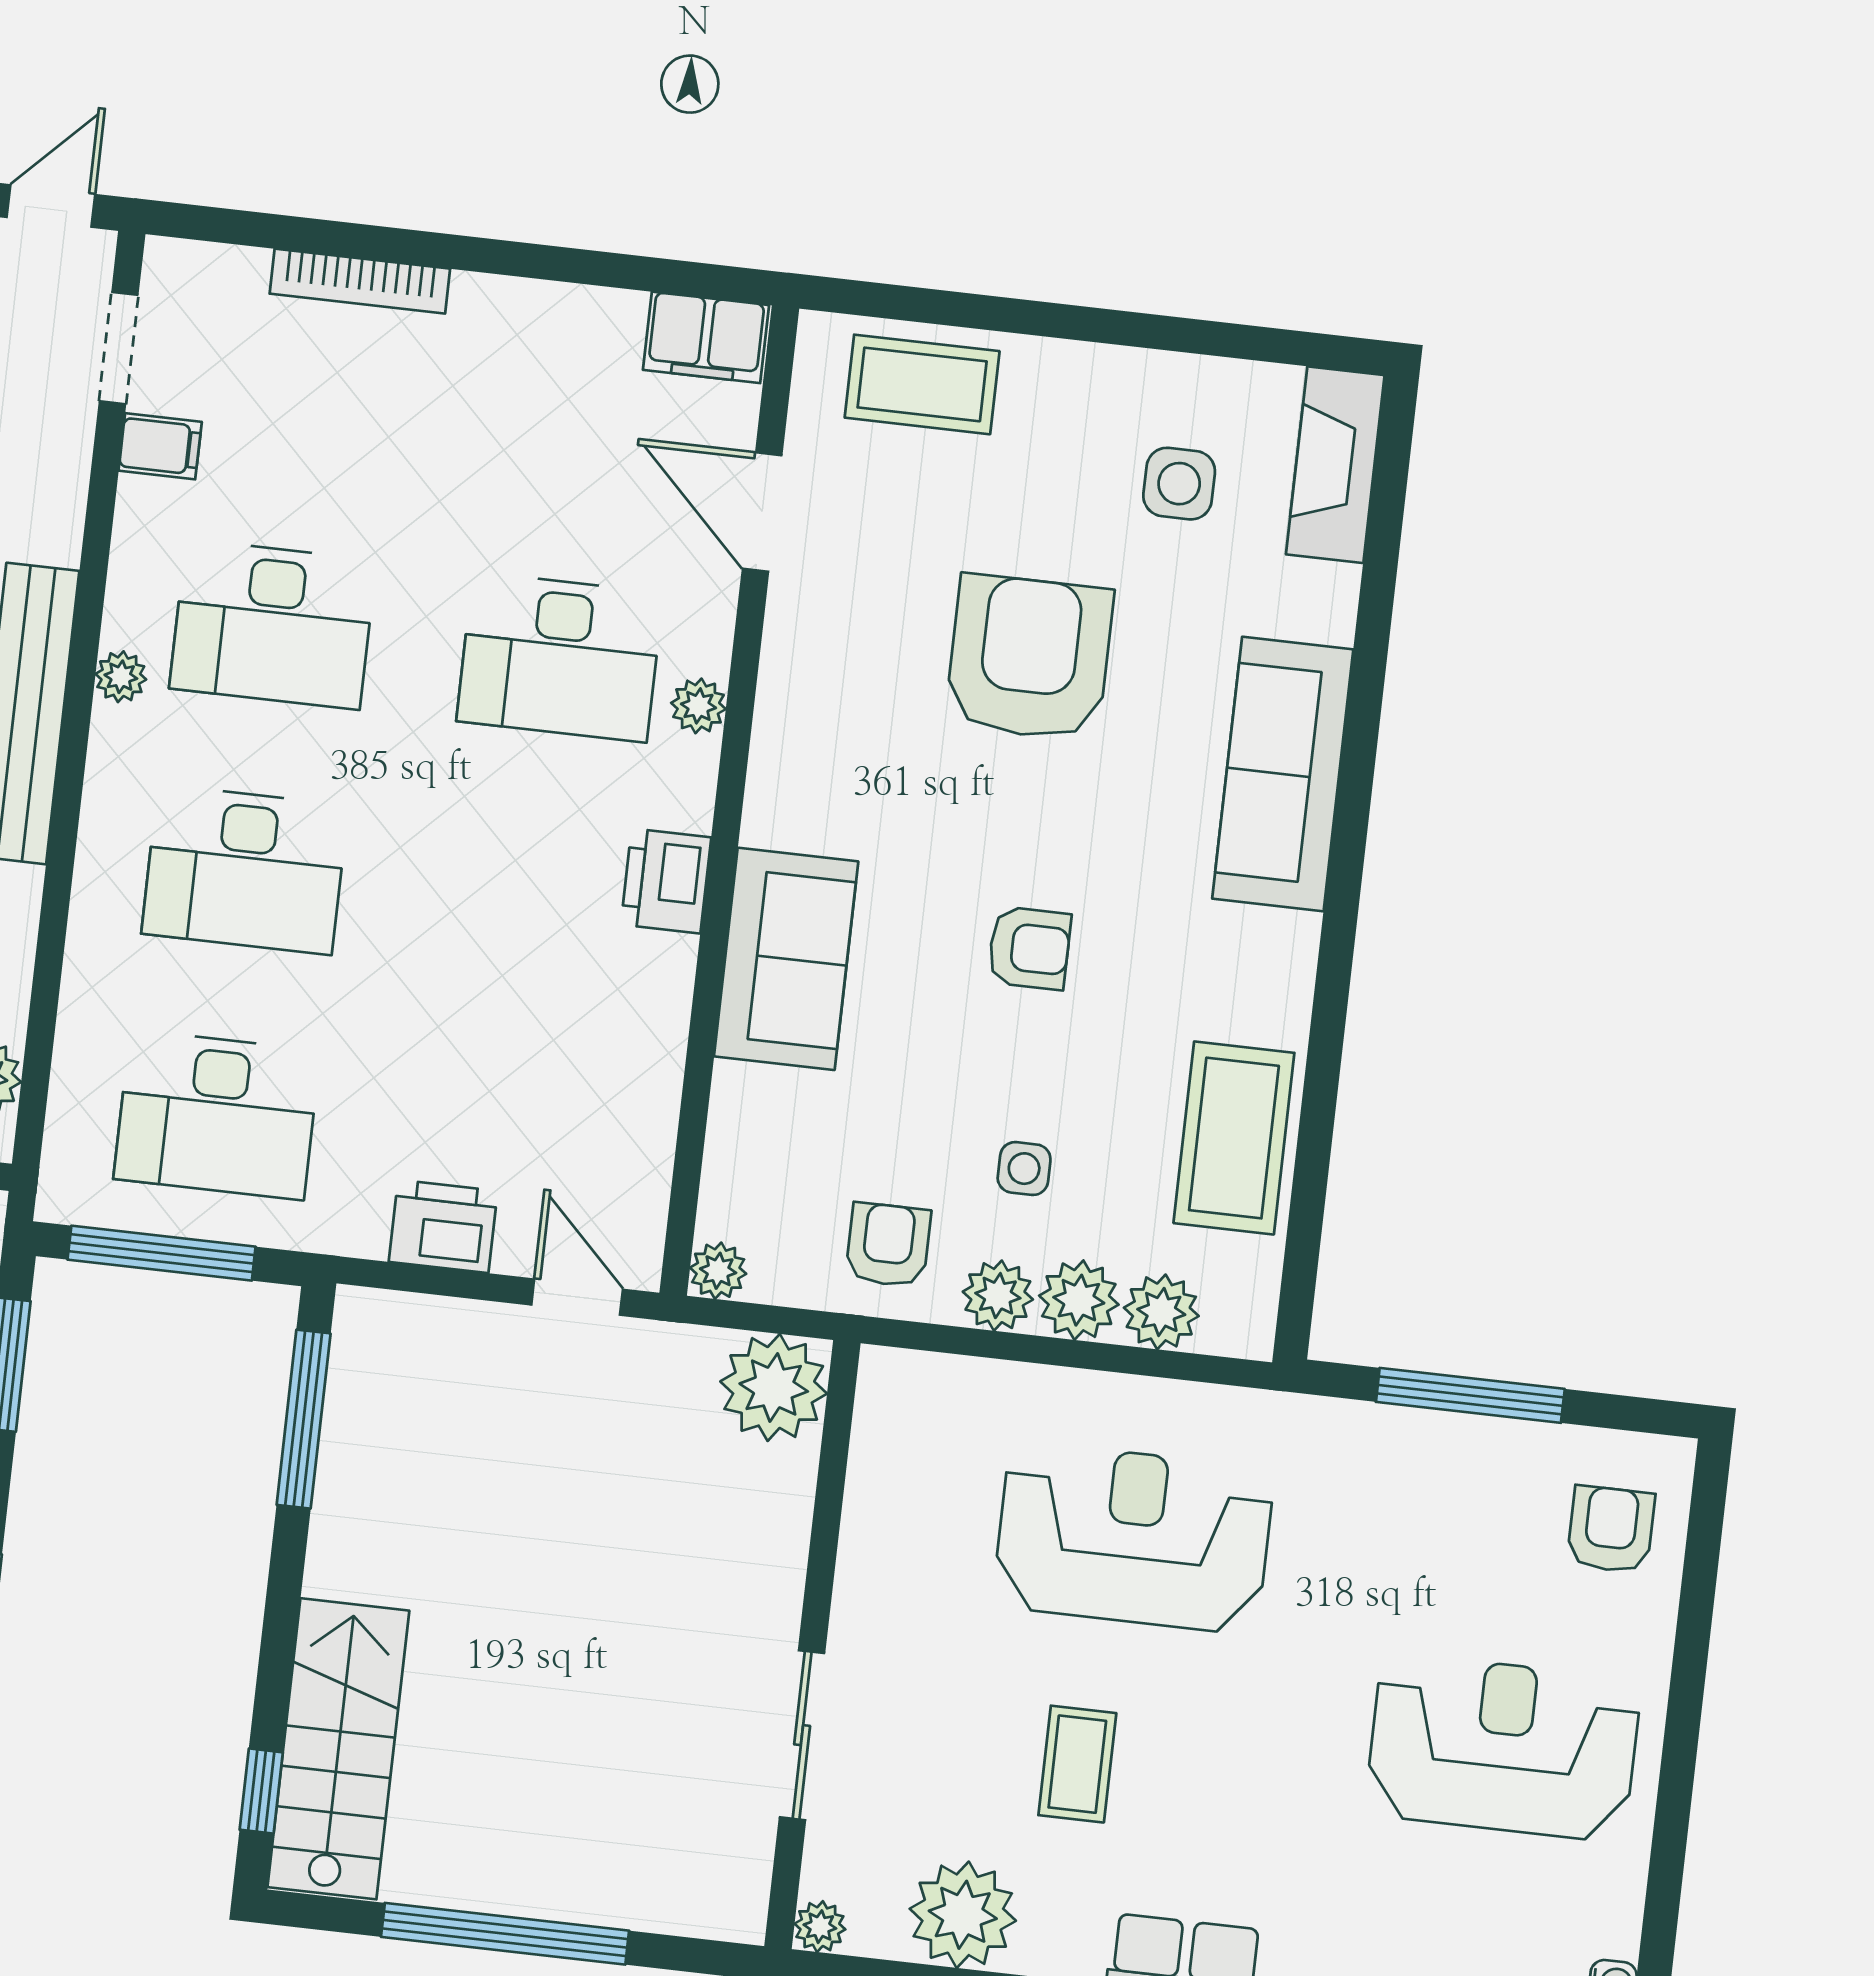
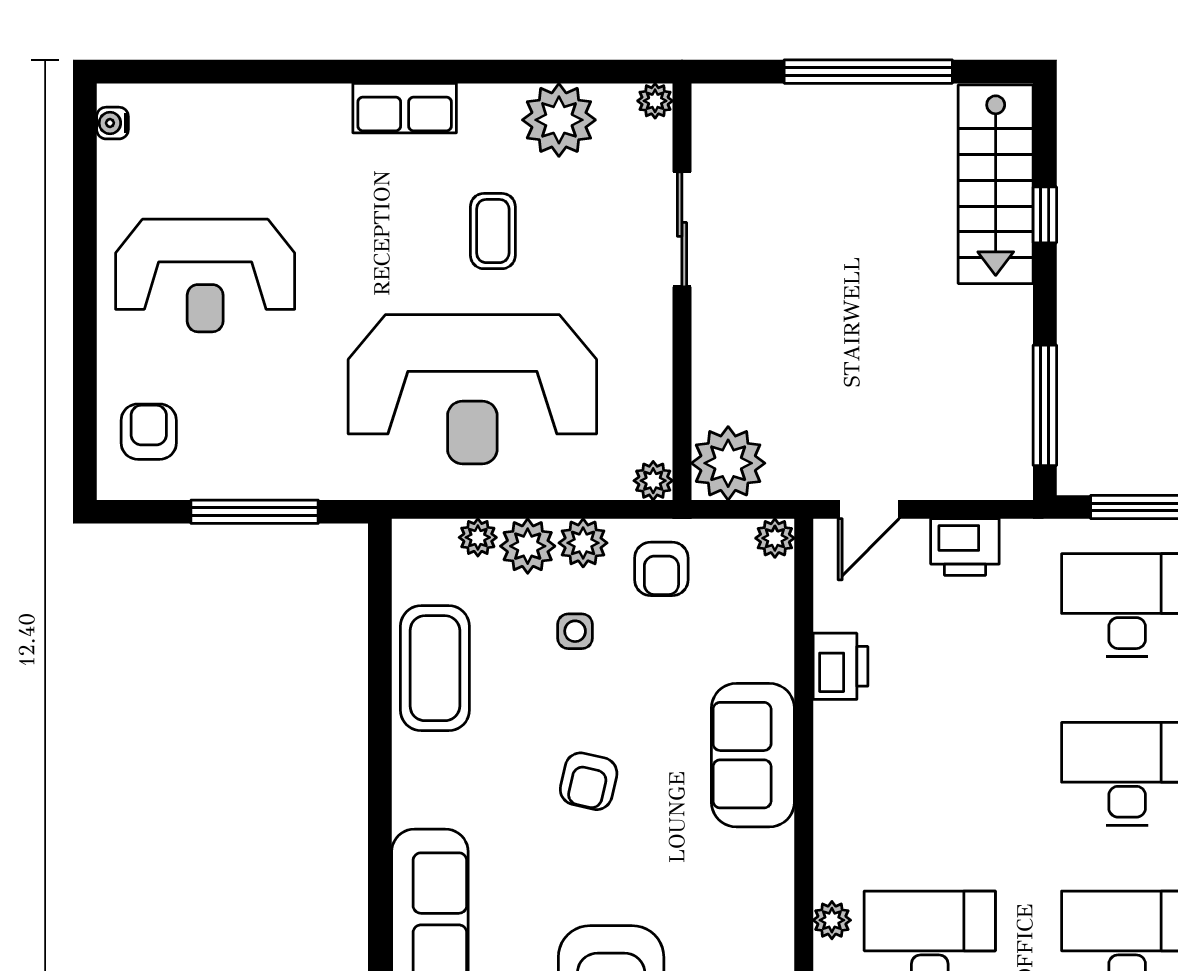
printer: (666, 881) -> (840, 666), moved
armchair: (1029, 948) -> (589, 781), turned -77
door: (577, 1297) -> (869, 509), hinge flipped
plant: (1161, 1312) -> (478, 537), width x0.73, depth x0.73
plant: (885, 1375) -> (653, 481), added
armchair: (1611, 1529) -> (149, 432), turned 180
reception desk: (1133, 1538) -> (472, 389), width x1.36, depth x1.30
window: (261, 1791) -> (1045, 215), moved

